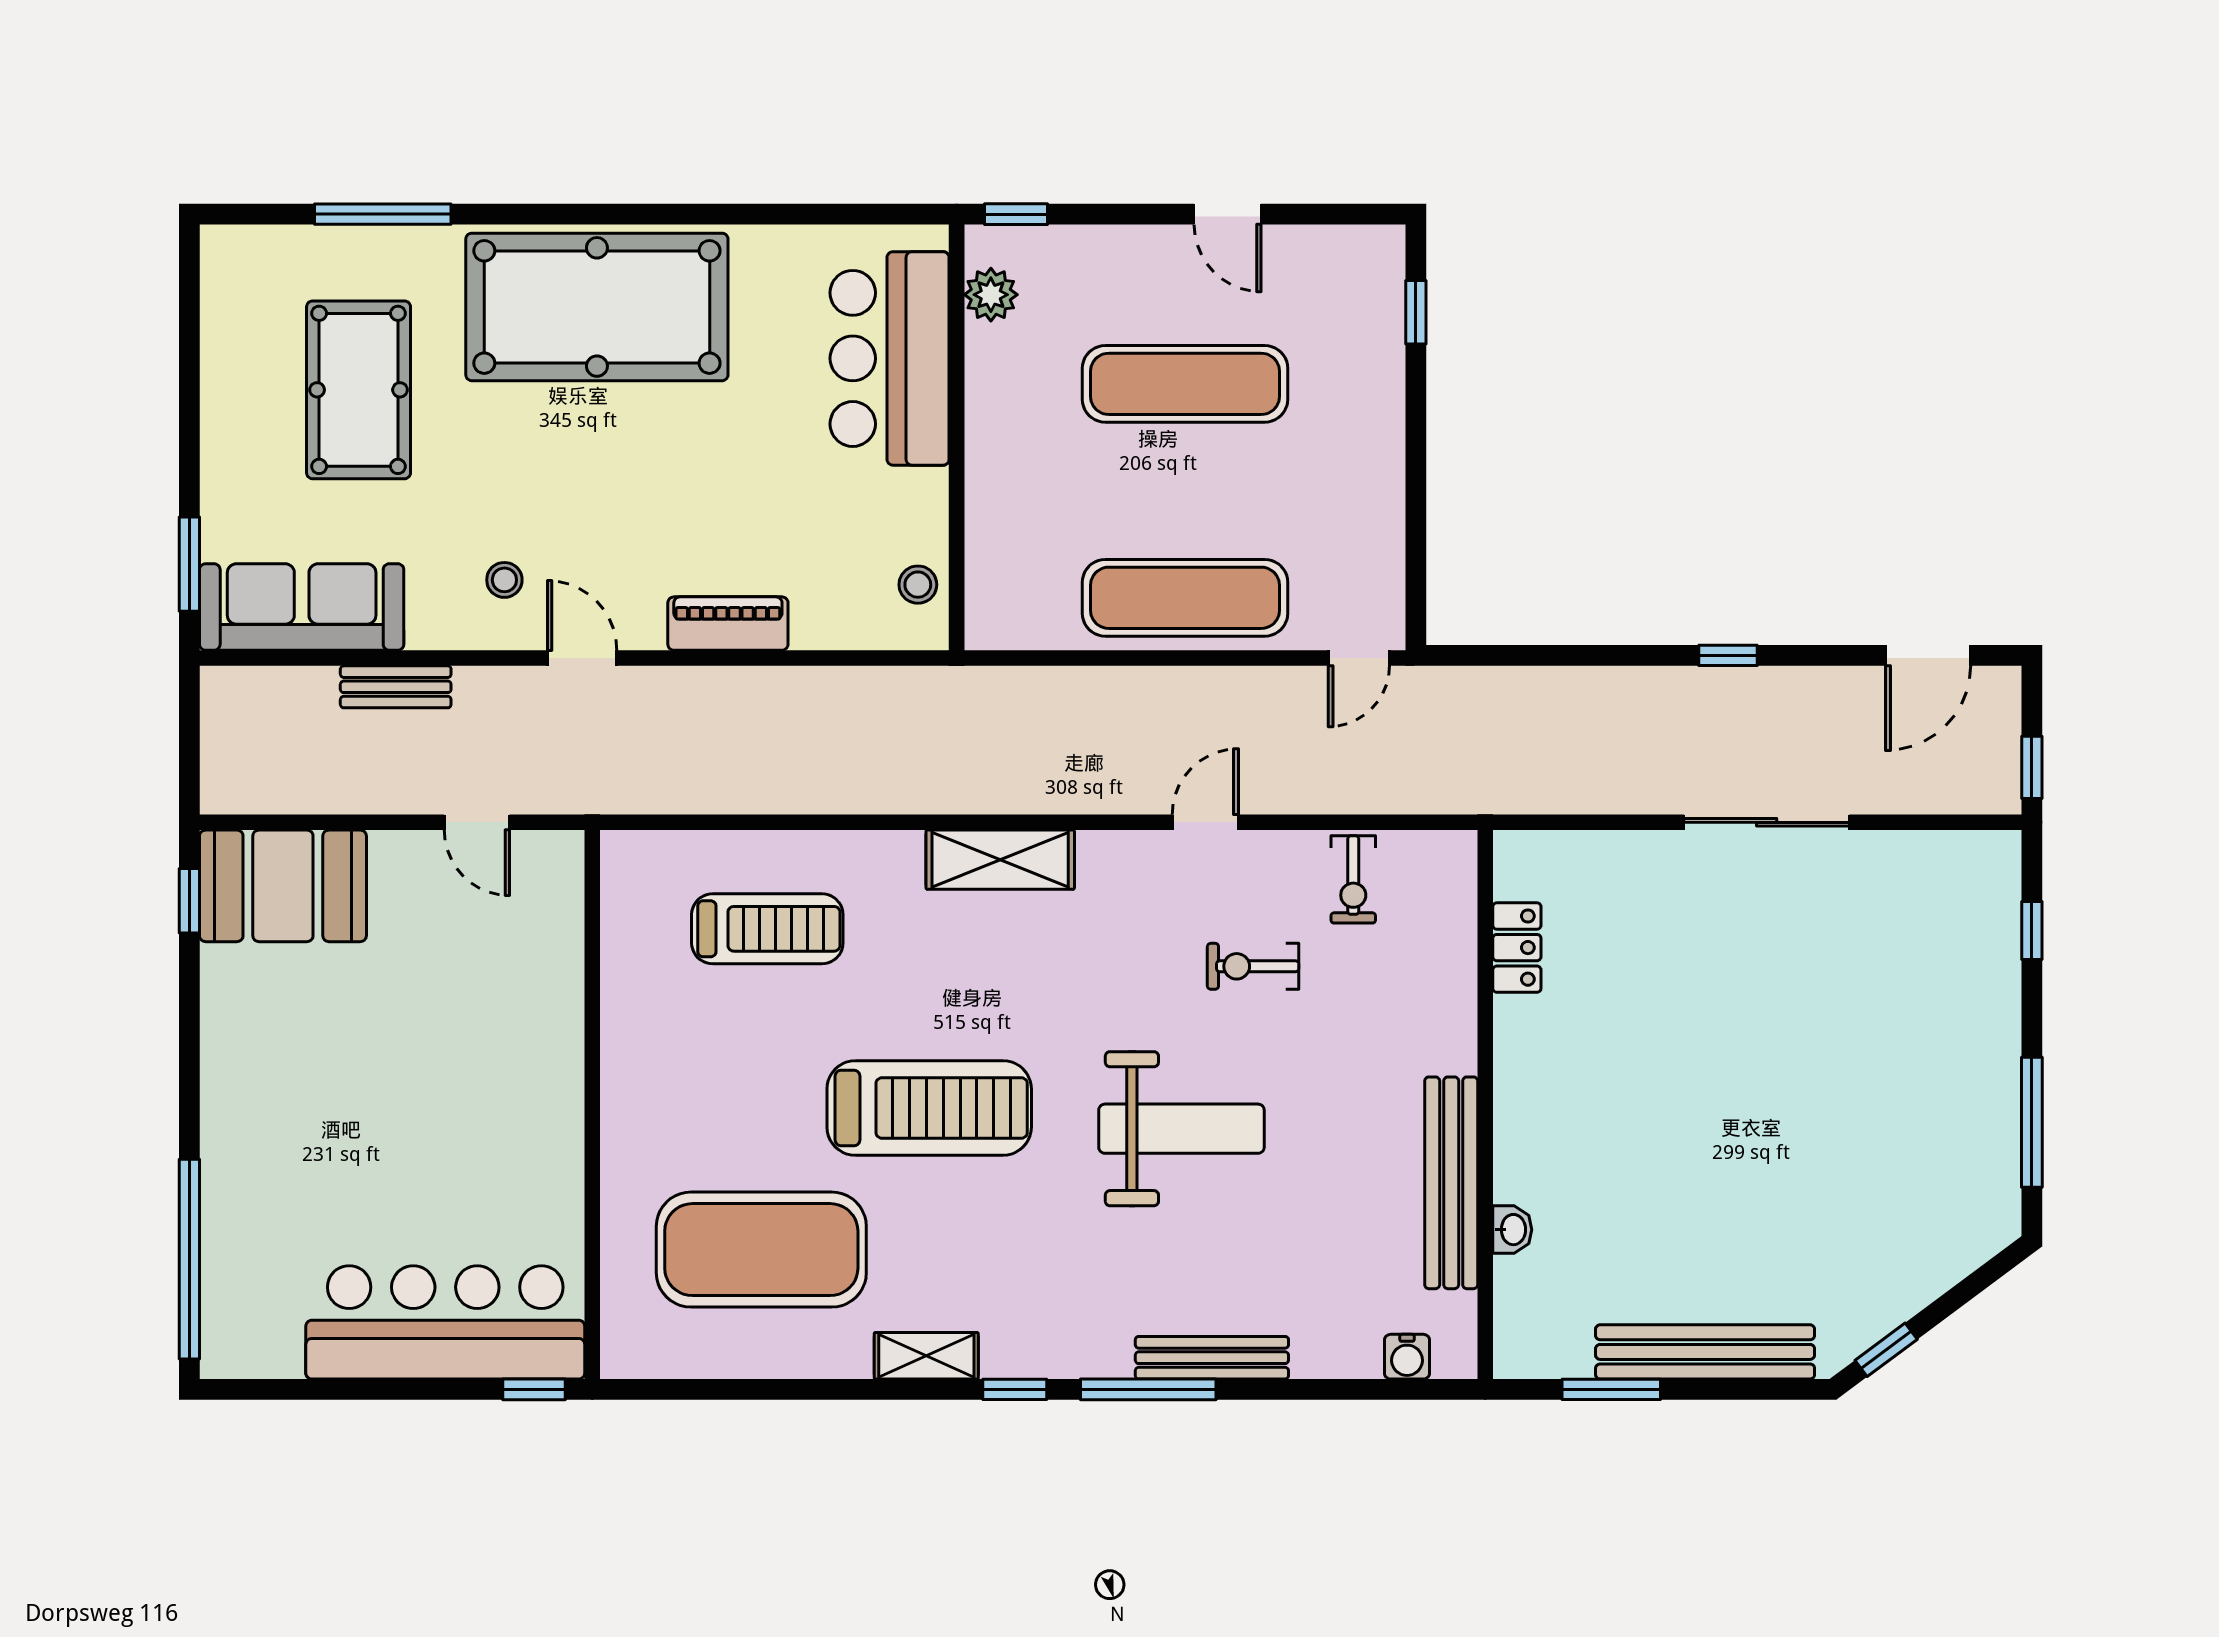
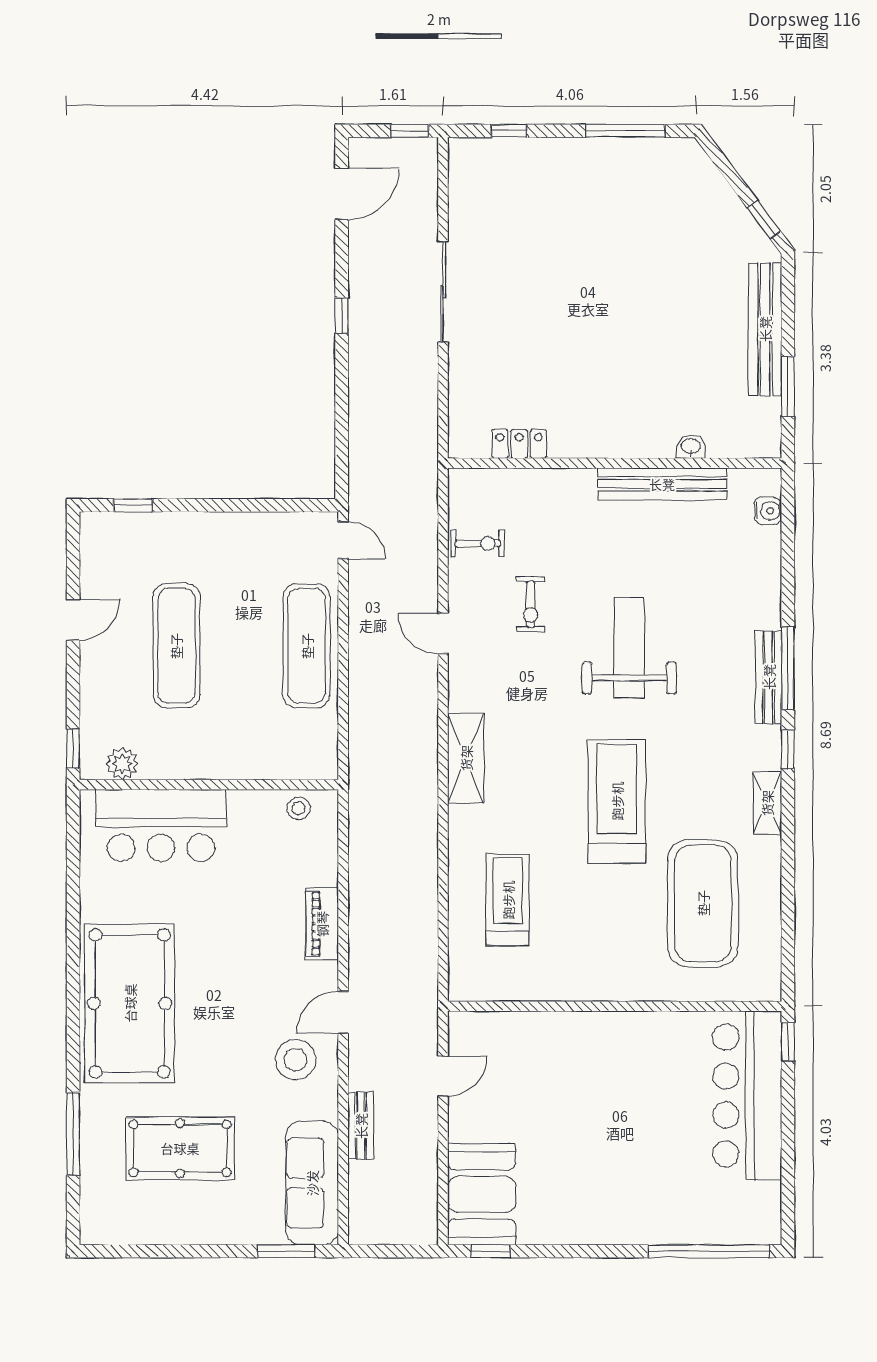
stool: (504, 580) -> (296, 1060), width x1.89, depth x1.89
door: (1928, 655) -> (342, 194), hinge flipped
bench: (1212, 1358) -> (769, 677), moved

